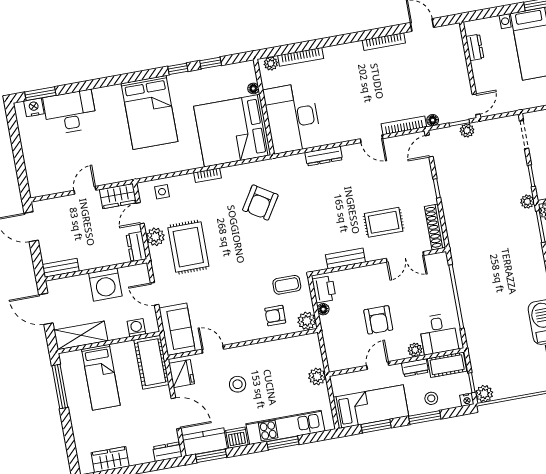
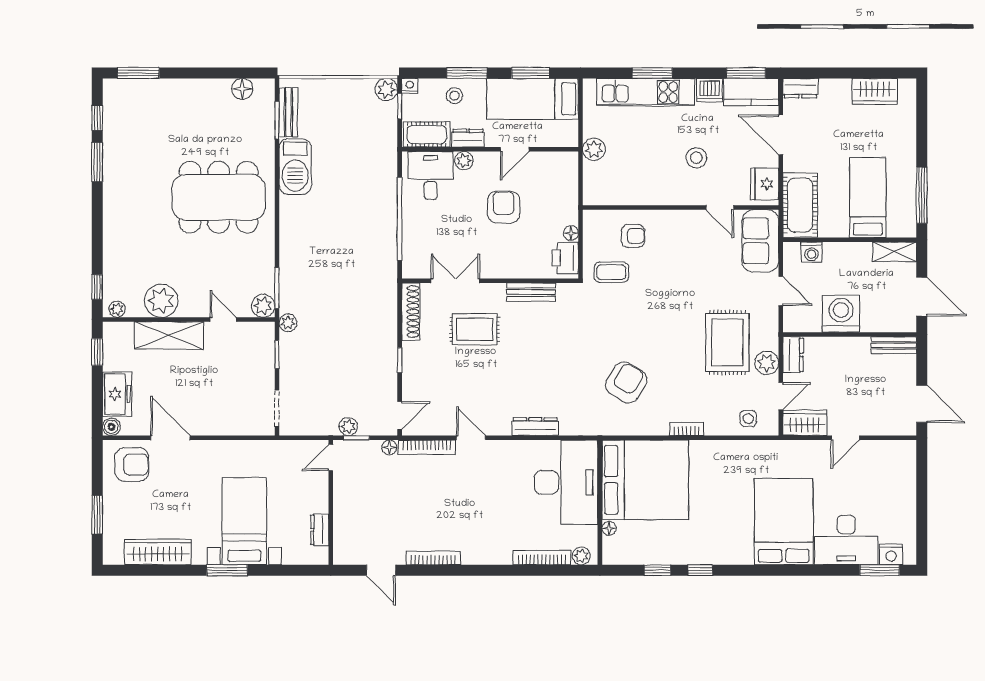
bed: (150, 112) -> (784, 522), moved
plant: (307, 321) -> (594, 222), removed
shelving: (81, 335) -> (894, 252), width x0.67, depth x0.75

